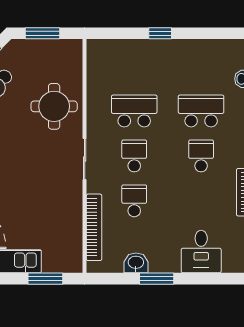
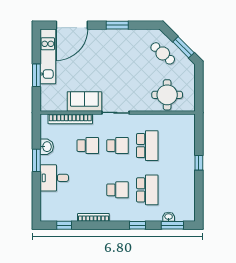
window: (43, 33) -> (199, 85), removed
round table: (54, 106) -> (167, 95), moved
sofa: (68, 206) -> (84, 102), added
desk: (201, 252) -> (54, 178), moved
window: (45, 279) -> (36, 75), moved

